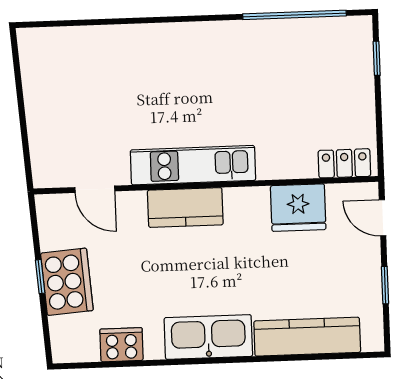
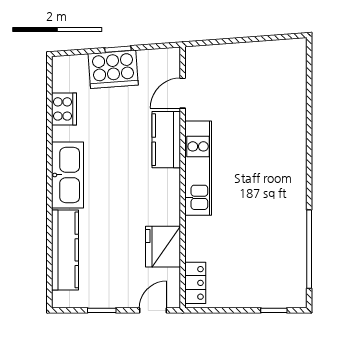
kitchen counter: (185, 208) -> (166, 140), moved

